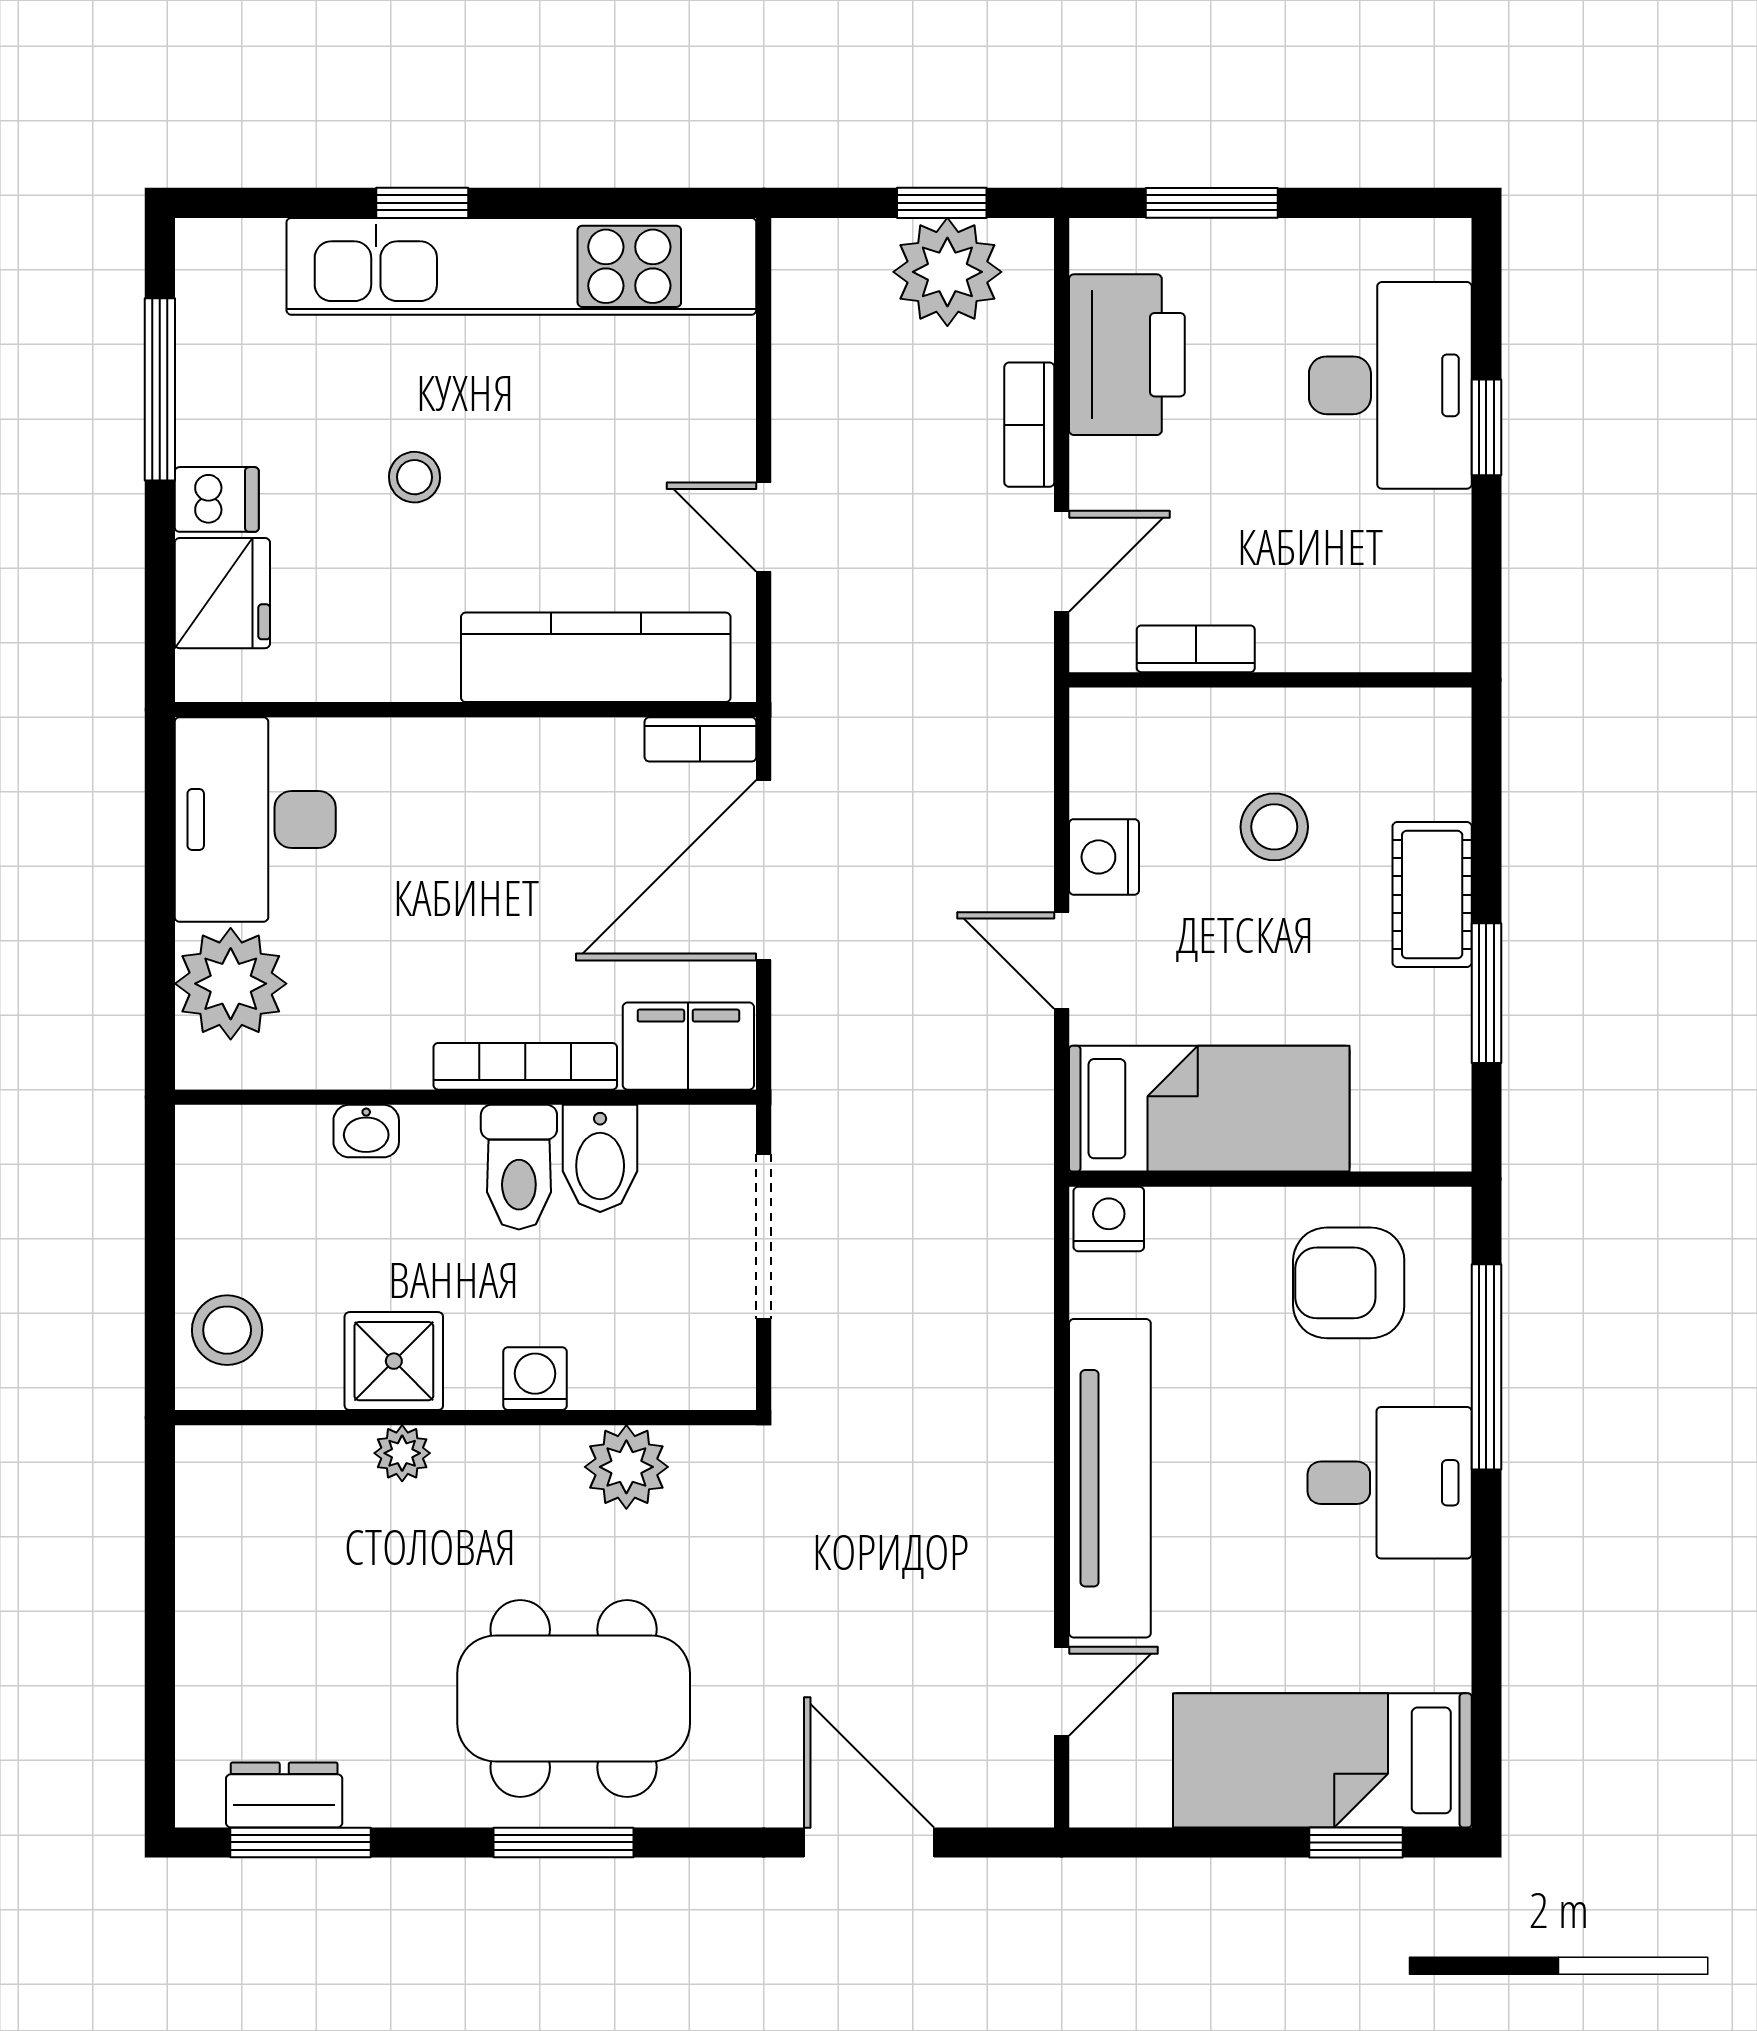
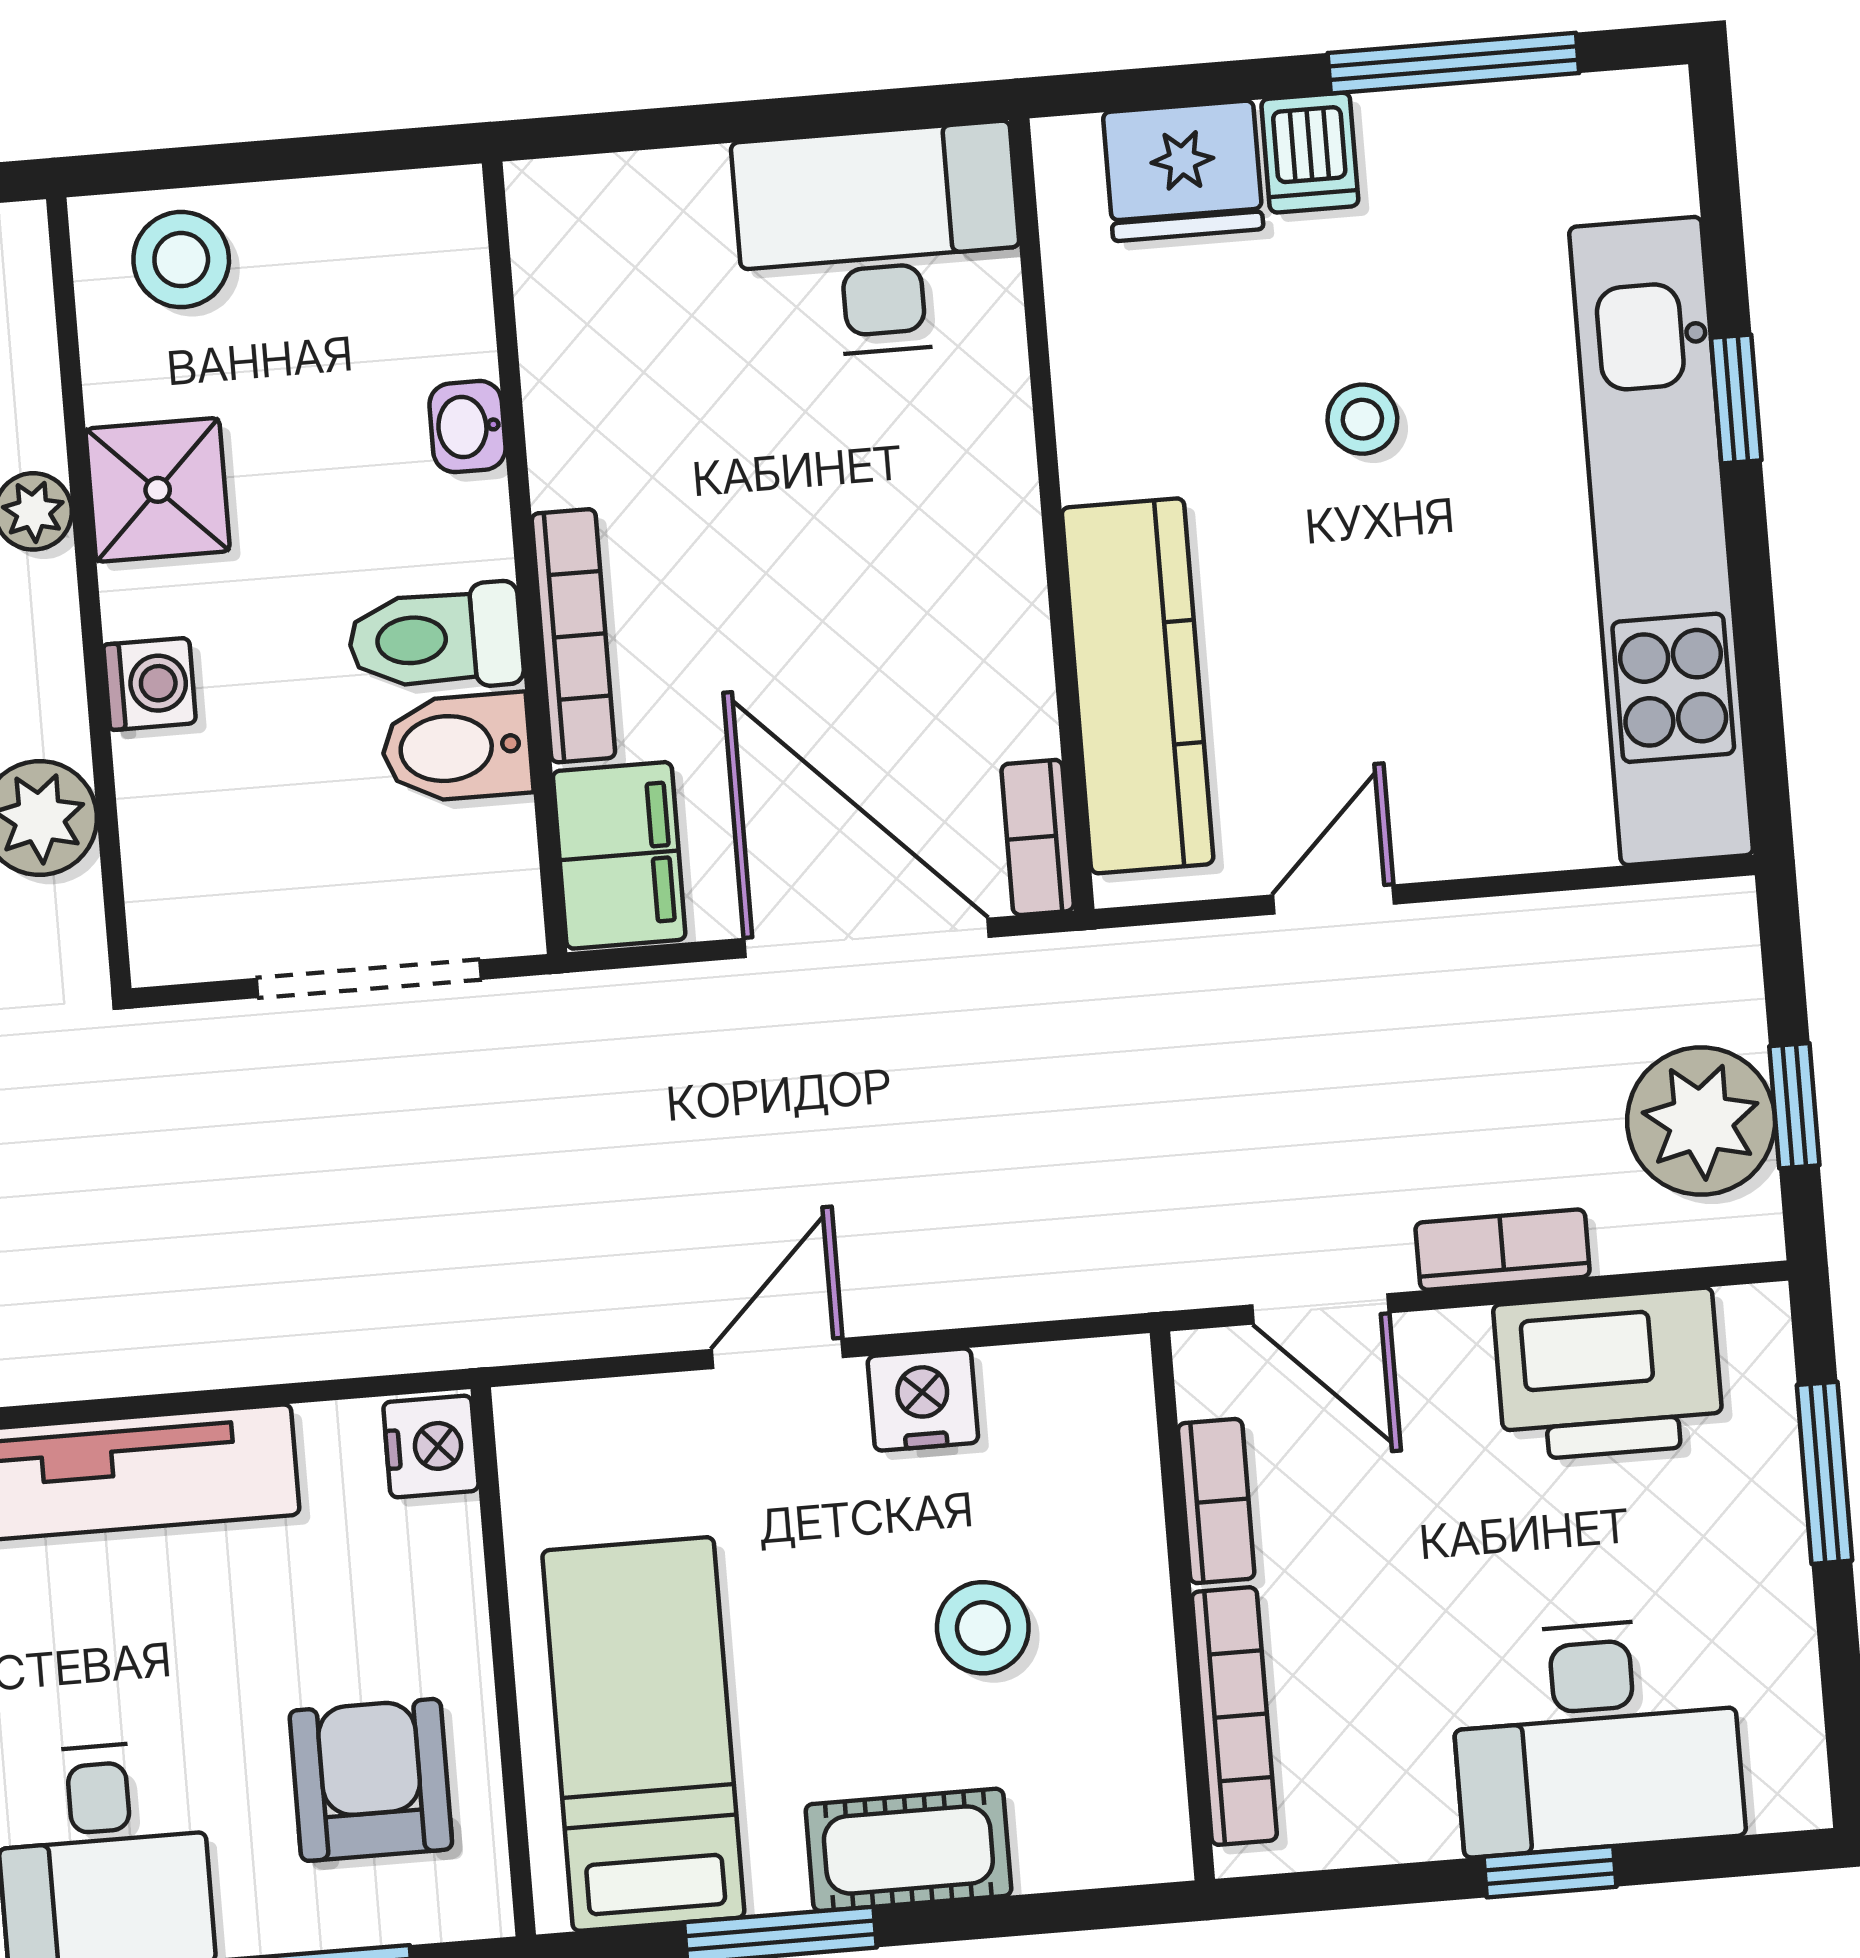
bookcase: (1354, 649) -> (1234, 1716), added
plant: (231, 984) -> (653, 226), removed
bed: (1209, 1109) -> (643, 1734), moved, turned 180

